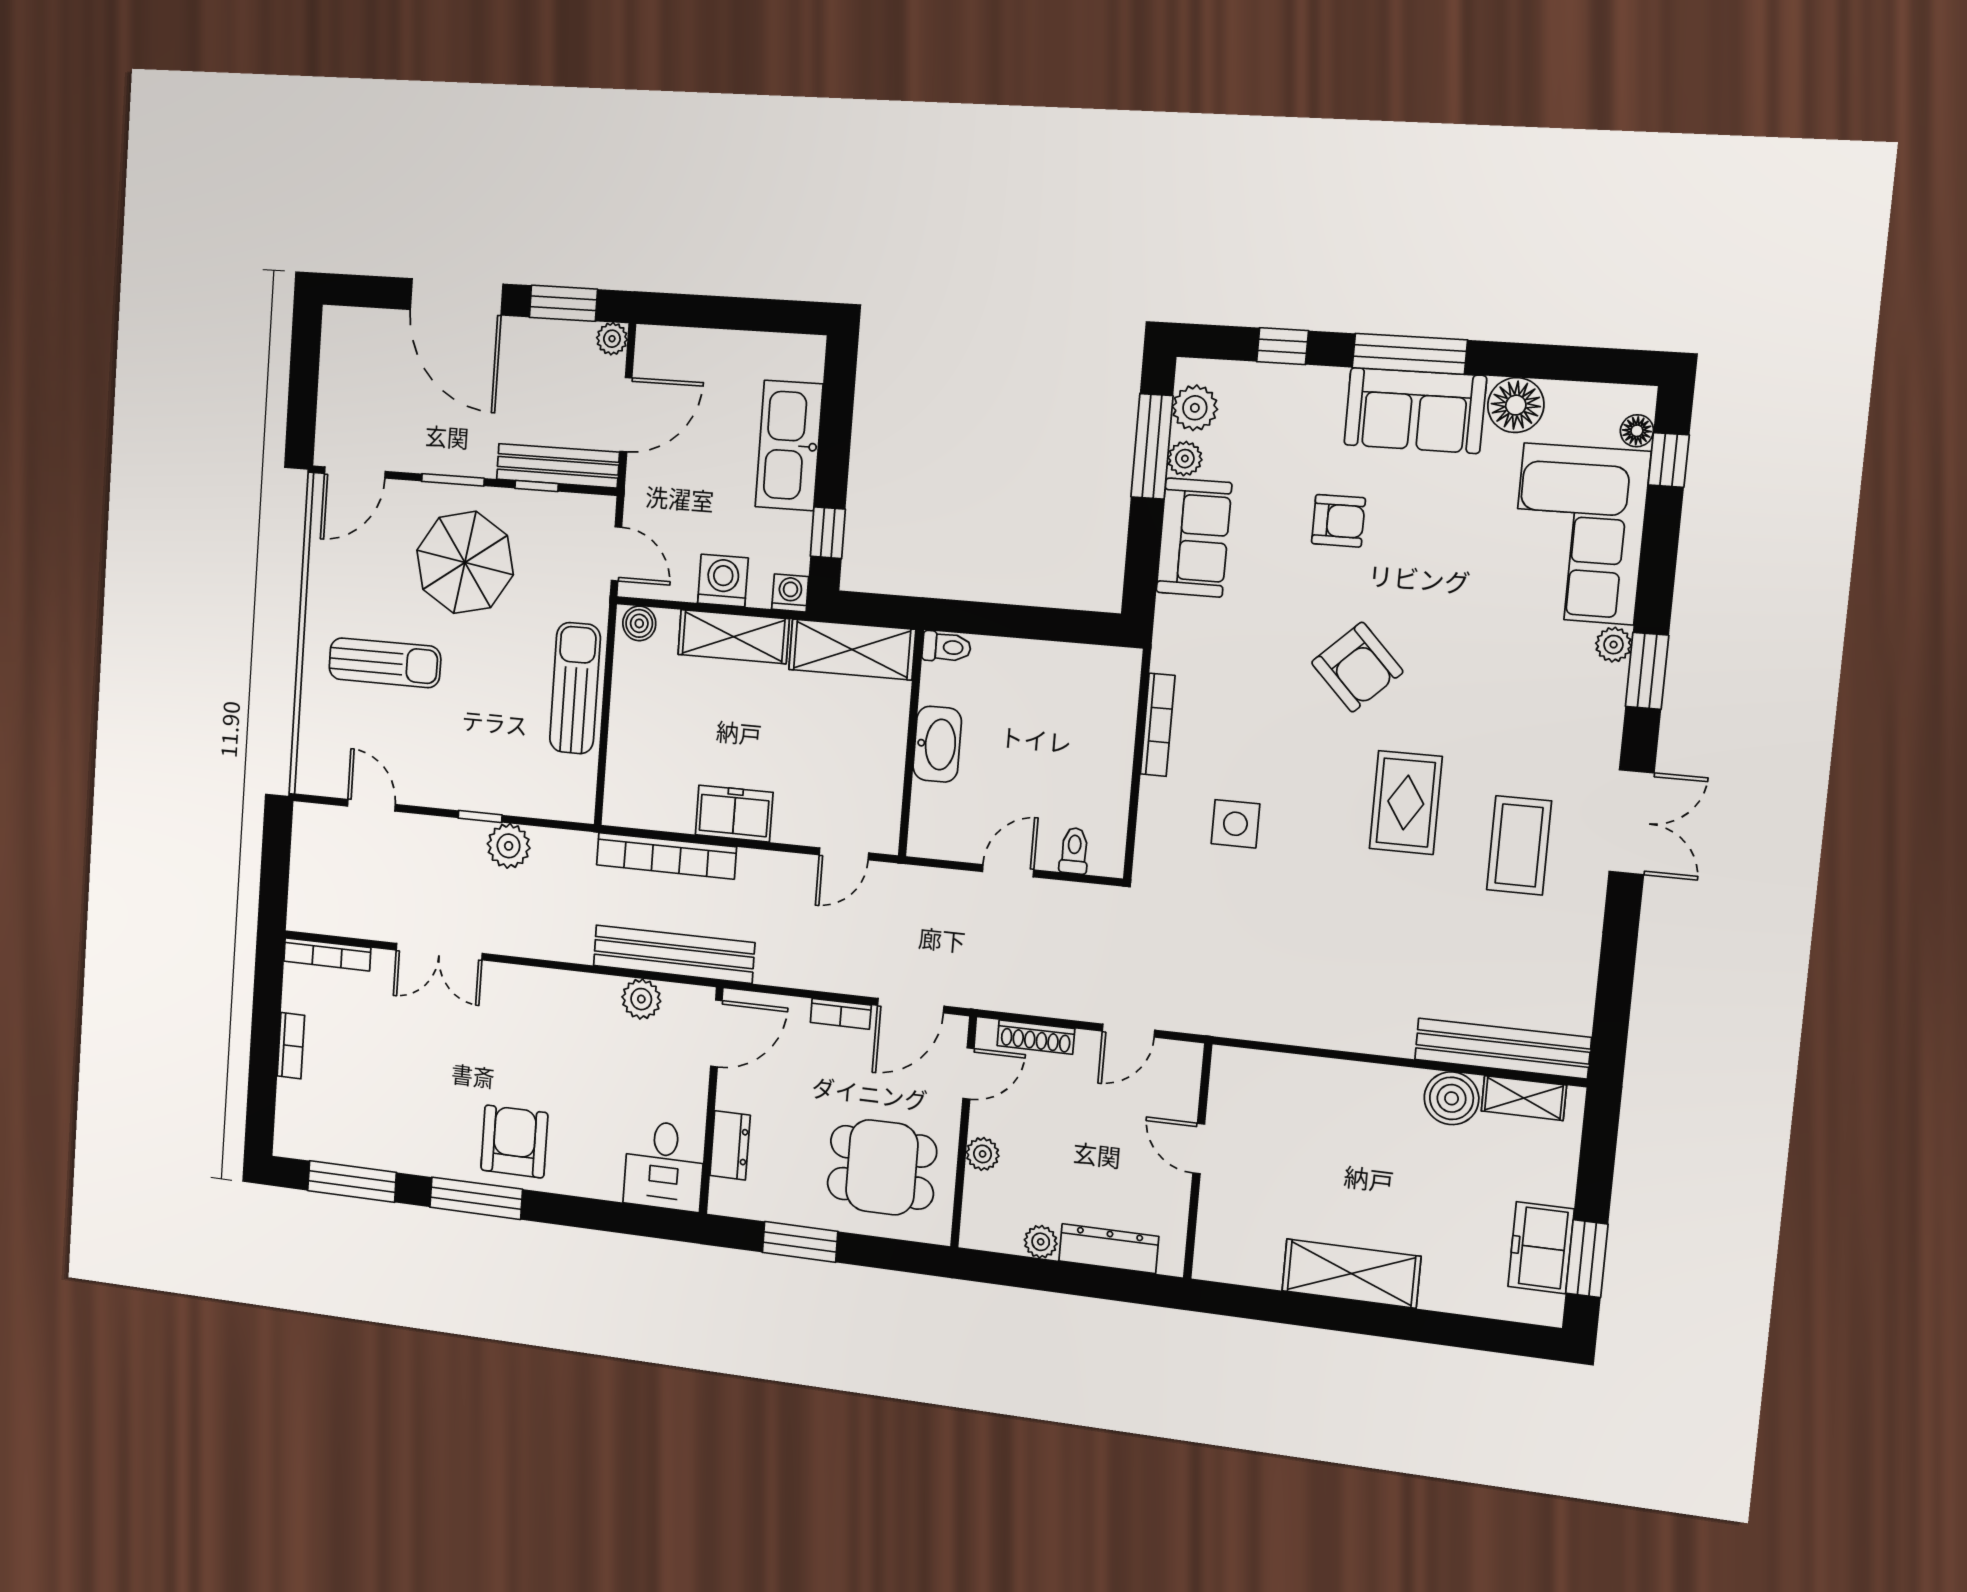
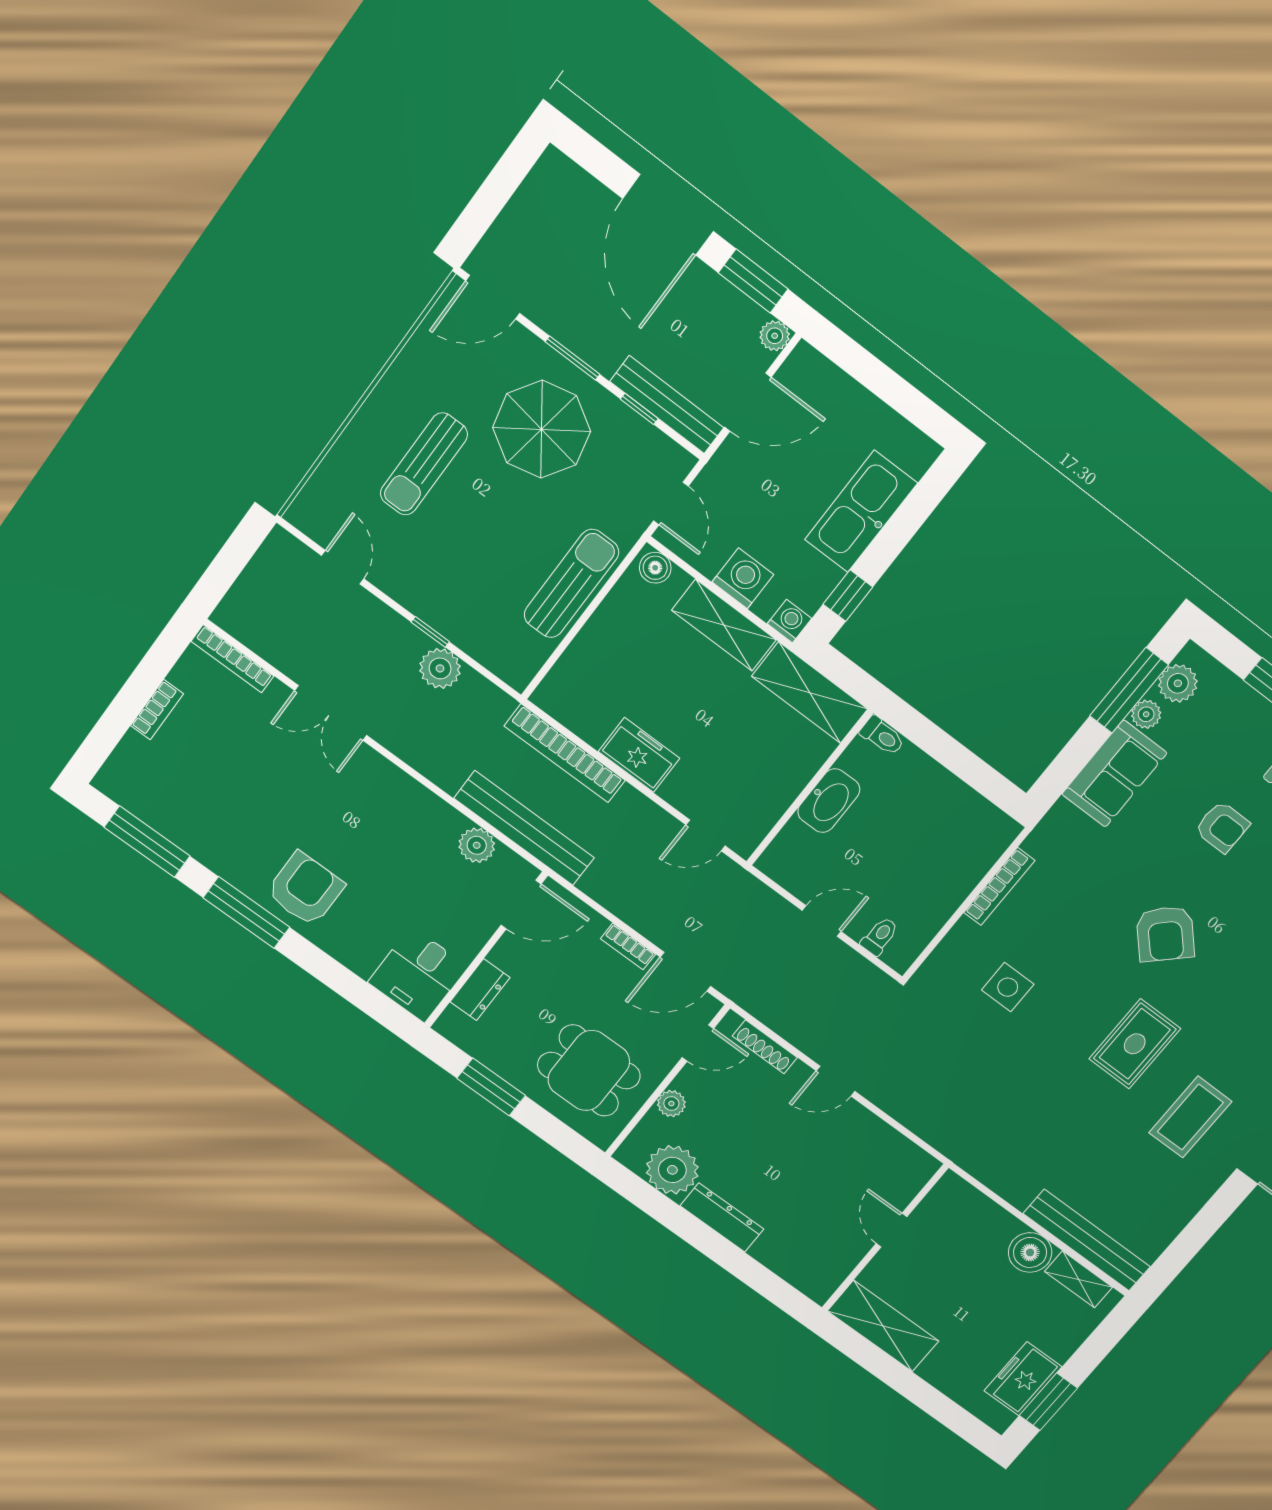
sun lounger: (385, 663) -> (424, 464), turned 90
door: (1199, 1149) -> (891, 1230), moved
wall: (1198, 1161) -> (885, 1238), moved
plant: (1041, 1242) -> (672, 1170), width x1.88, depth x1.88

